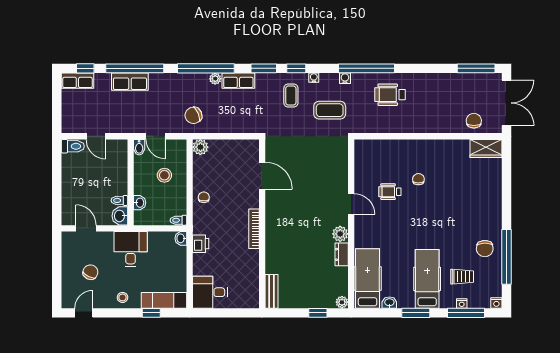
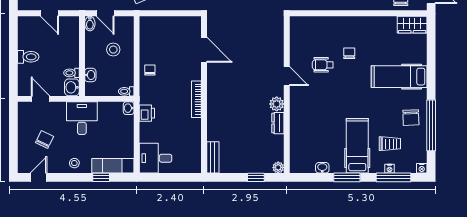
toilet: (73, 146) -> (28, 57), moved
plant: (200, 147) -> (147, 23), removed
hospital bed: (368, 278) -> (399, 77), moved, turned -90

